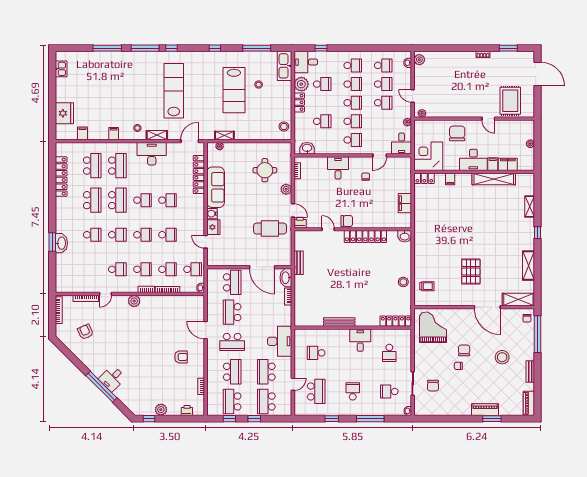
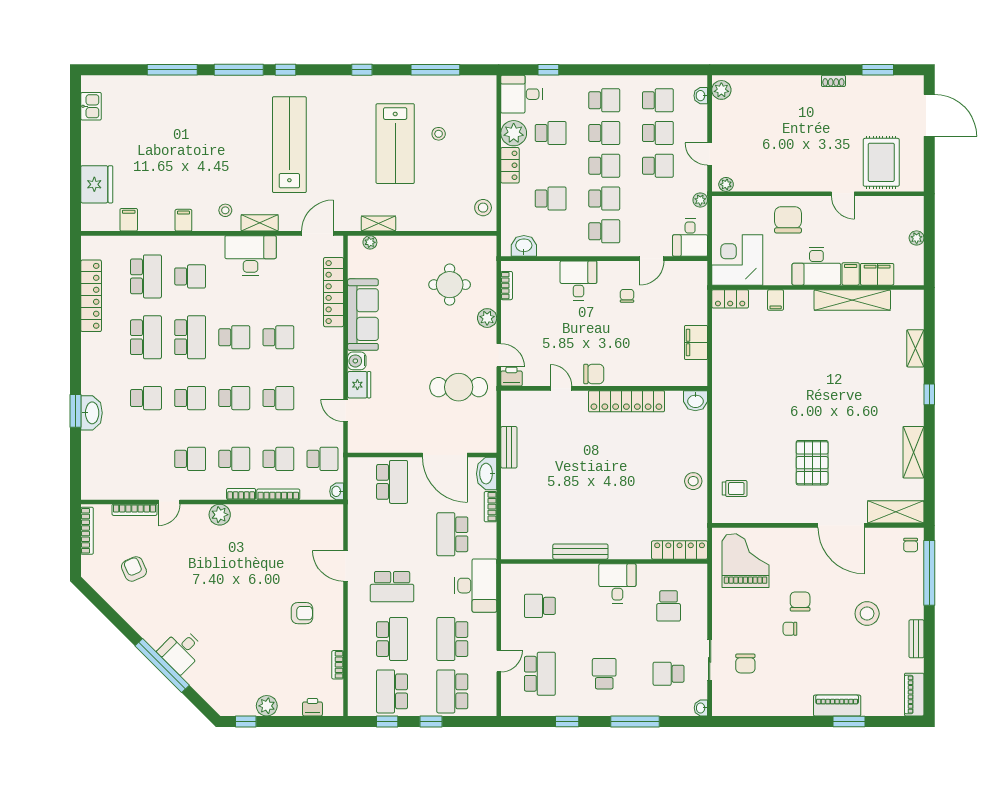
kitchen sink: (285, 66) -> (484, 101), removed
school desk: (117, 166) -> (190, 276), width x0.54
school desk: (232, 312) -> (452, 534), moved

